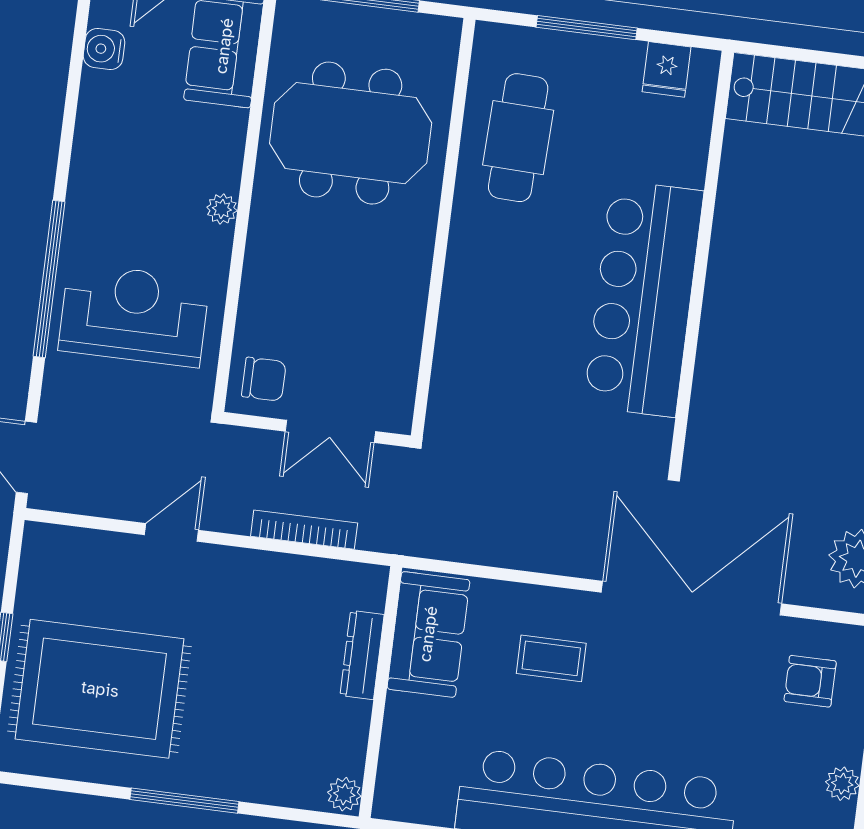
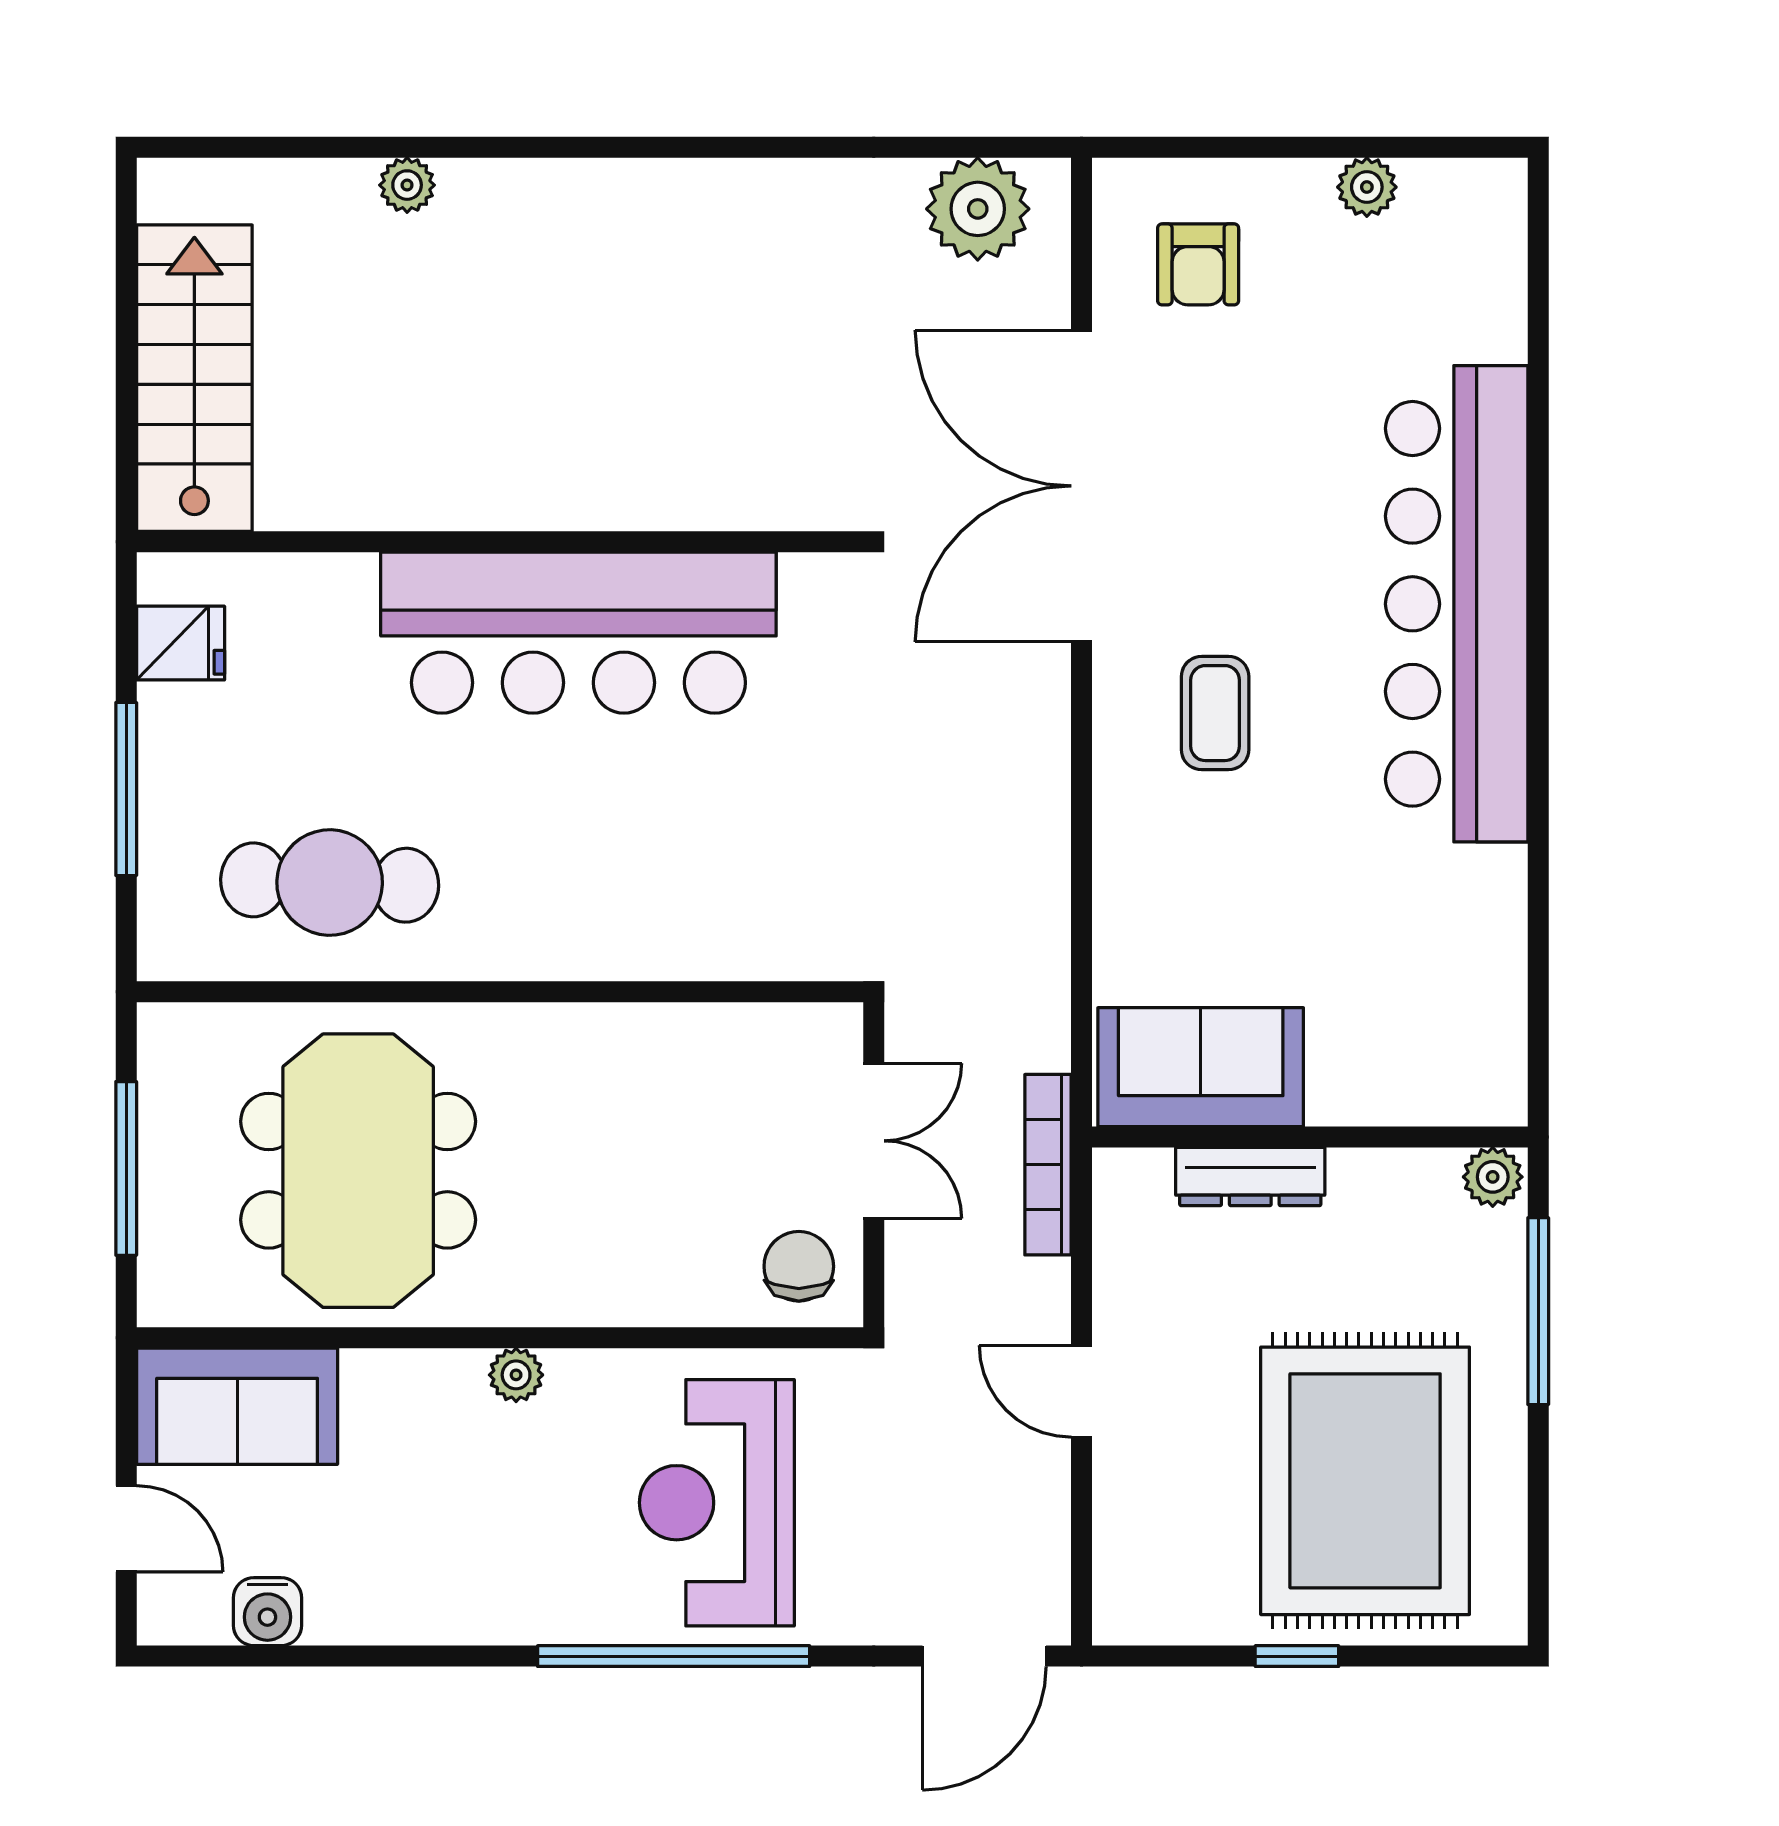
sofa: (428, 634) -> (1201, 1067), moved
dresser: (362, 655) -> (1250, 1177), moved
wall: (380, 692) -> (1310, 1137), moved
plant: (344, 794) -> (1493, 1177), moved

